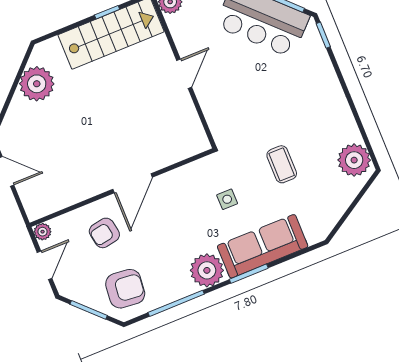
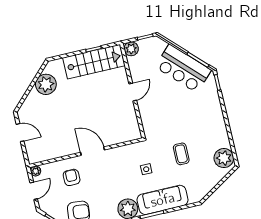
door: (133, 183) -> (93, 151), swing flipped
armchair: (104, 233) -> (72, 177), turned 100

